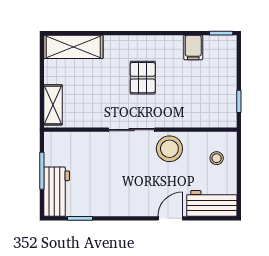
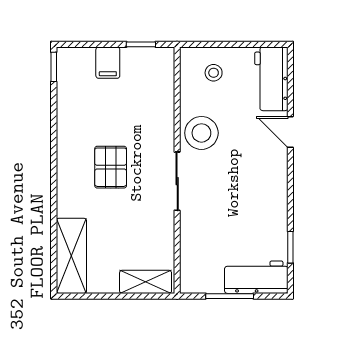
filing cabinet: (193, 47) -> (108, 63), moved, turned 90
pallet: (143, 78) -> (111, 167), turned 90

